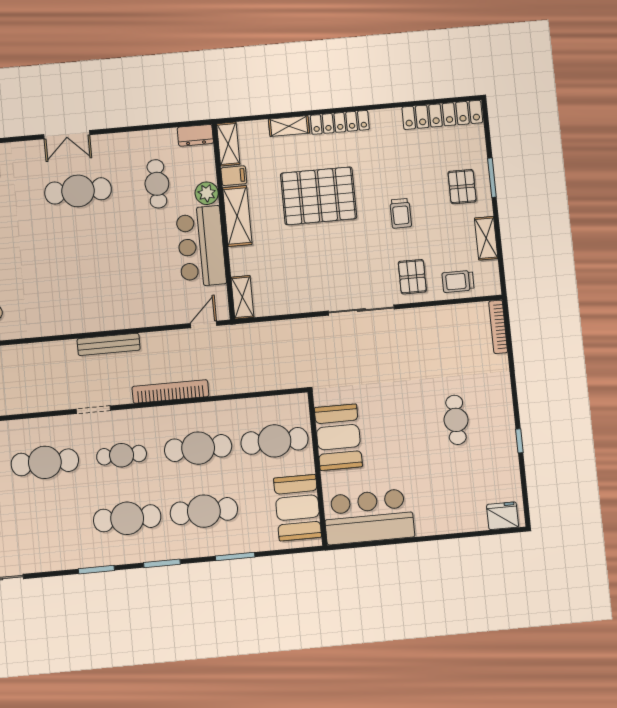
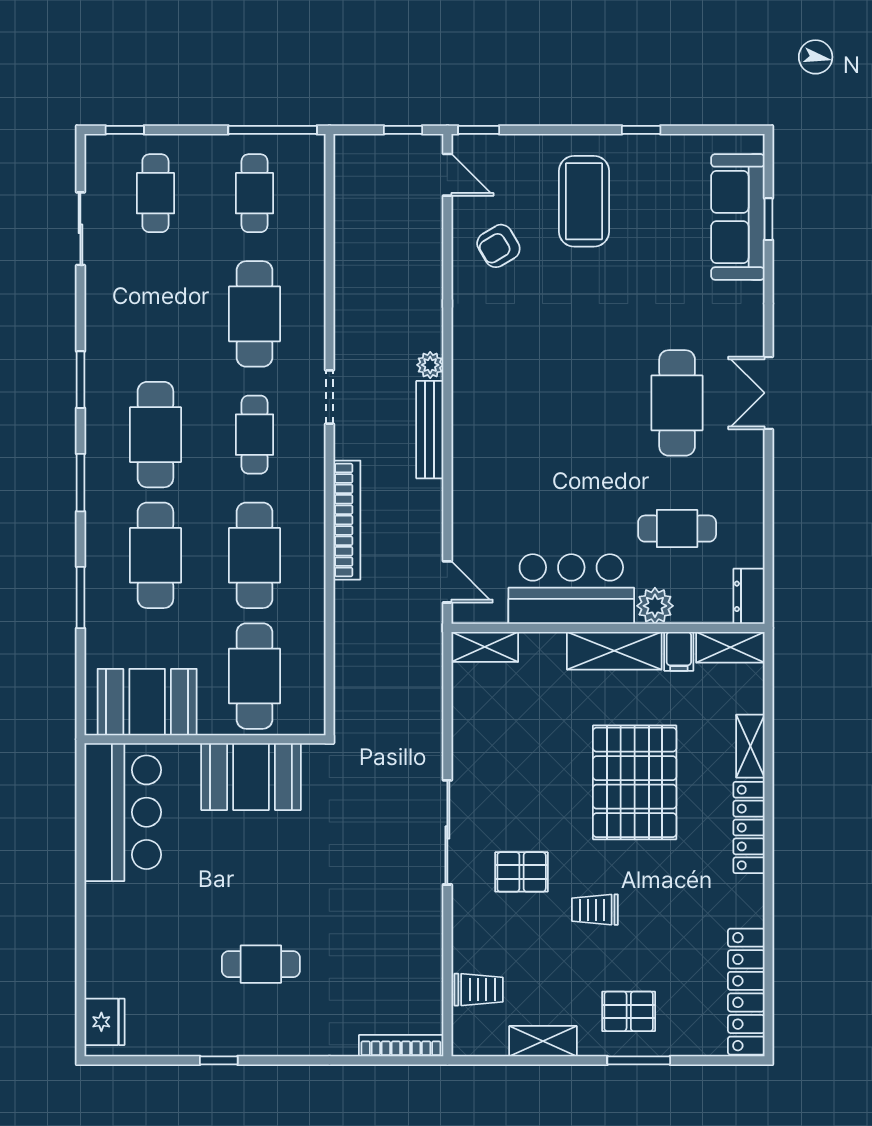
pallet: (412, 277) -> (522, 872), moved
trolley: (458, 281) -> (479, 990), turned 90
plant: (68, 348) -> (430, 365), added

